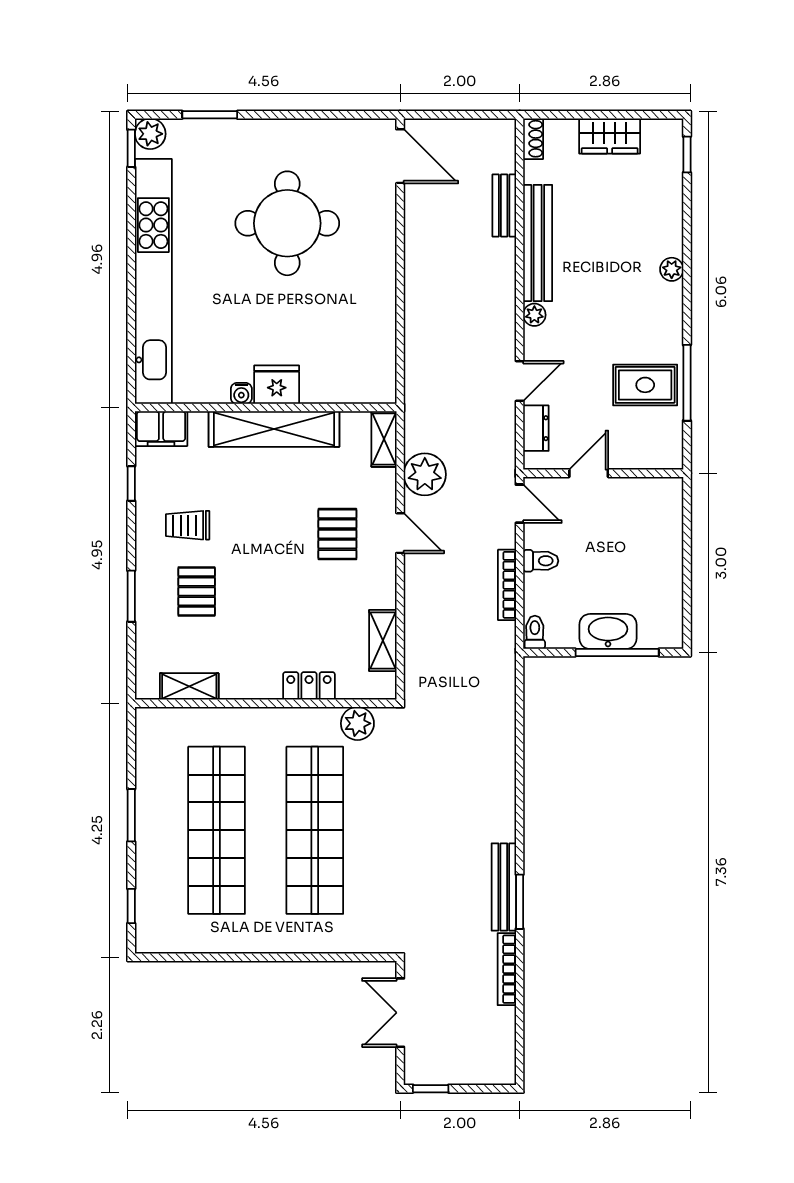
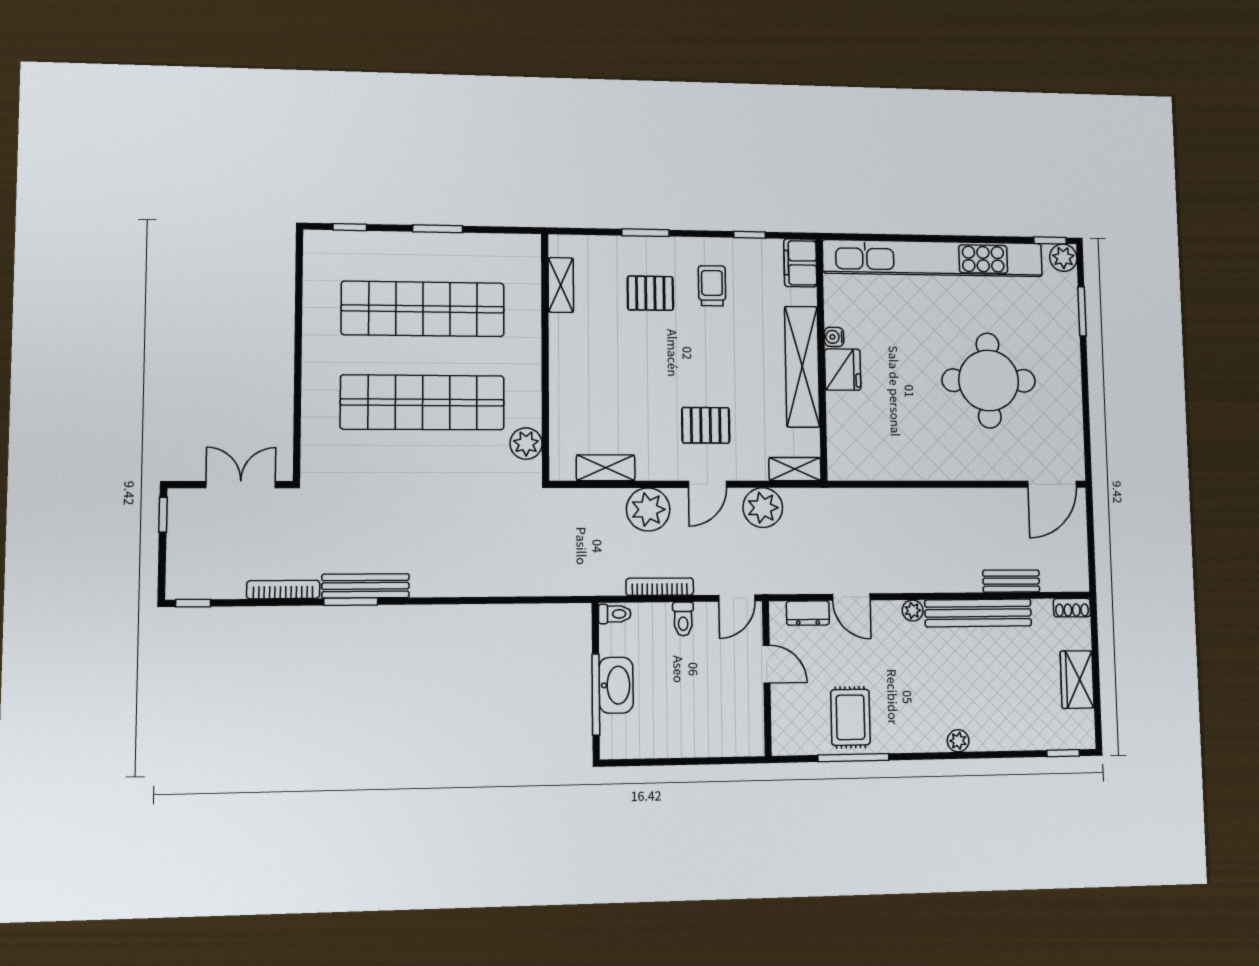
plant: (426, 596) -> (648, 509), added
locker: (309, 686) -> (562, 398), removed
window: (520, 1058) -> (193, 603), added

